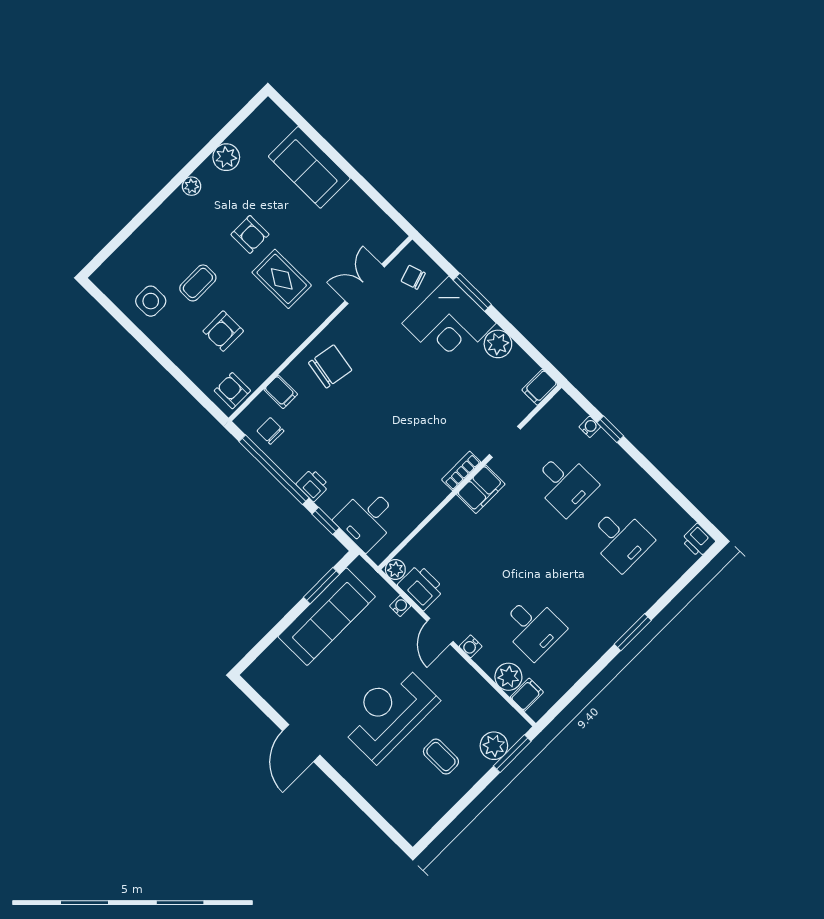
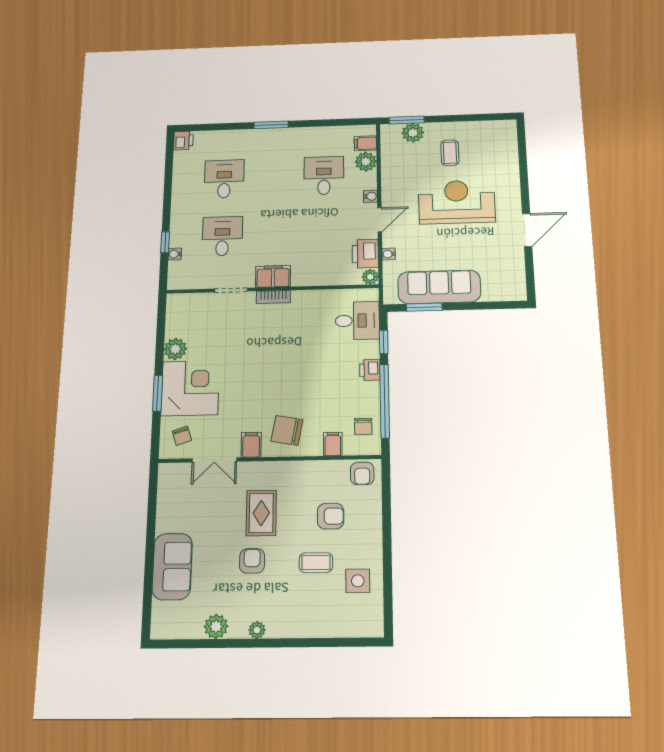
filing cabinet: (540, 387) -> (251, 445), moved, turned -90
reception desk: (388, 713) -> (457, 202), turned 180

